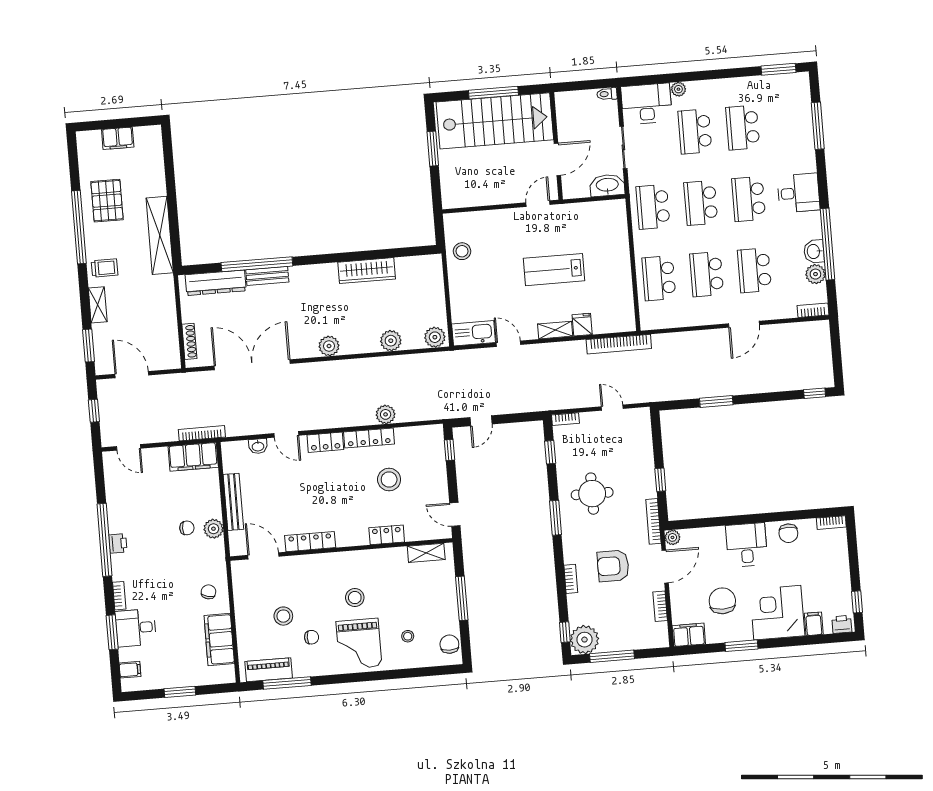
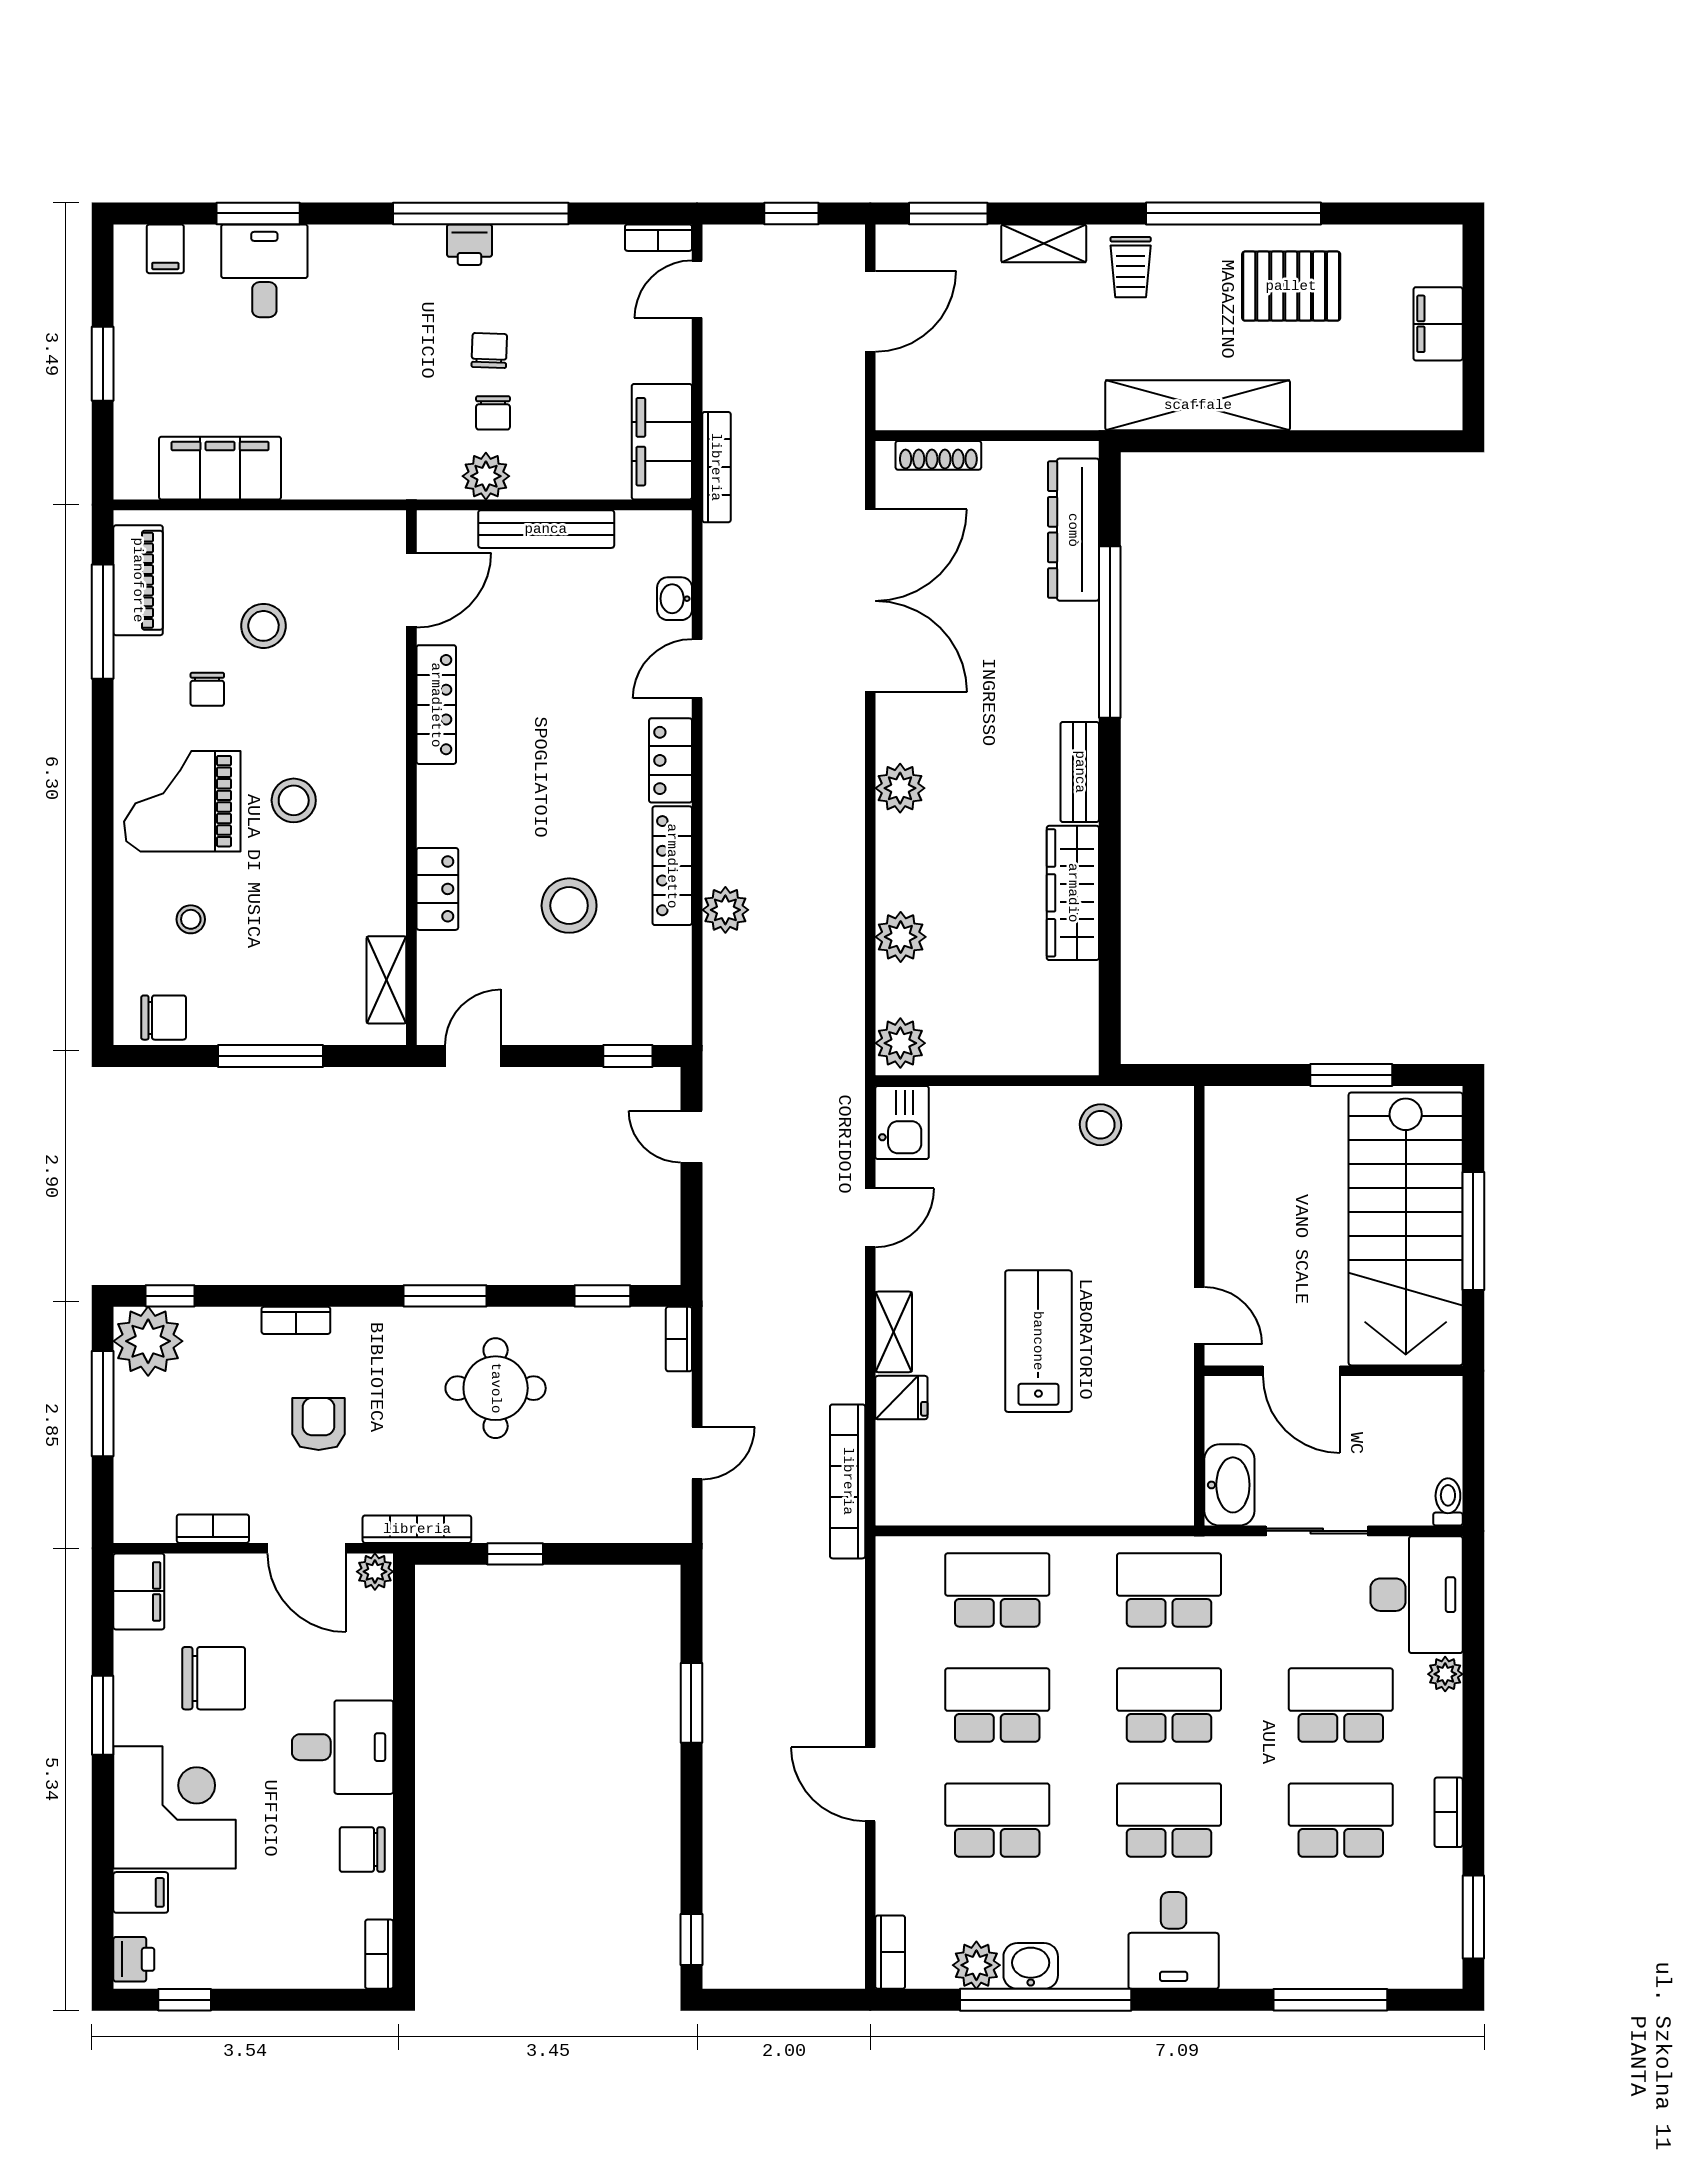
bookcase: (736, 83) -> (1449, 1812), added
bench: (267, 276) -> (1080, 772), moved
kitchen sink: (474, 333) -> (902, 1123), width x0.73
armchair: (613, 566) -> (319, 1424), width x0.72, depth x0.72
chair: (208, 592) -> (489, 351), moved, turned -102
bookcase: (119, 596) -> (658, 238), moved

